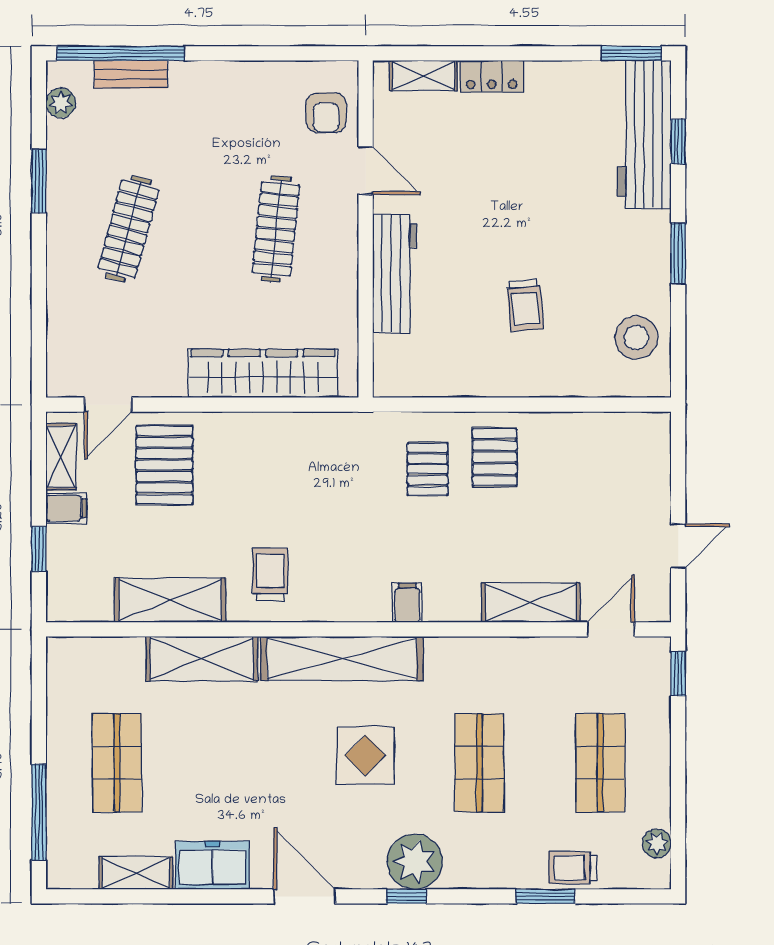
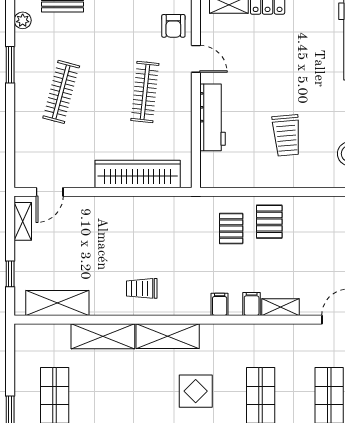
trolley: (525, 305) -> (286, 135), width x1.36, depth x1.39
pallet: (164, 465) -> (82, 226), removed
filing cabinet: (66, 508) -> (252, 304), moved, turned -90
trolley: (270, 575) -> (142, 288), turned -90
shelving: (170, 600) -> (57, 303), moved
shelving: (531, 603) -> (280, 307), width x0.67, depth x0.75
shelving: (342, 659) -> (168, 336), width x0.68

